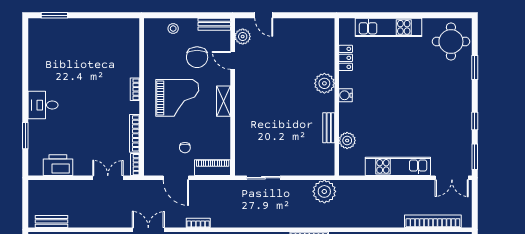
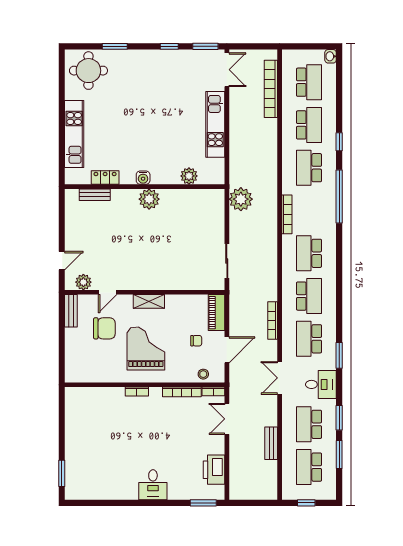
stool: (173, 29) -> (203, 374), moved
plant: (324, 83) -> (149, 199), moved
bench: (329, 128) -> (95, 195), moved
window: (25, 136) -> (203, 503), moved
bench: (51, 221) -> (271, 443), moved
bookcase: (198, 223) -> (273, 320), width x1.56

